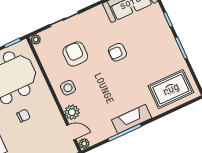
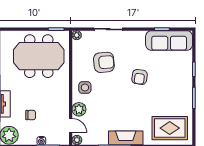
armchair: (117, 52) -> (140, 77), turned -82
armchair: (75, 54) -> (104, 62), turned 85
chair: (23, 116) -> (31, 115), moved

